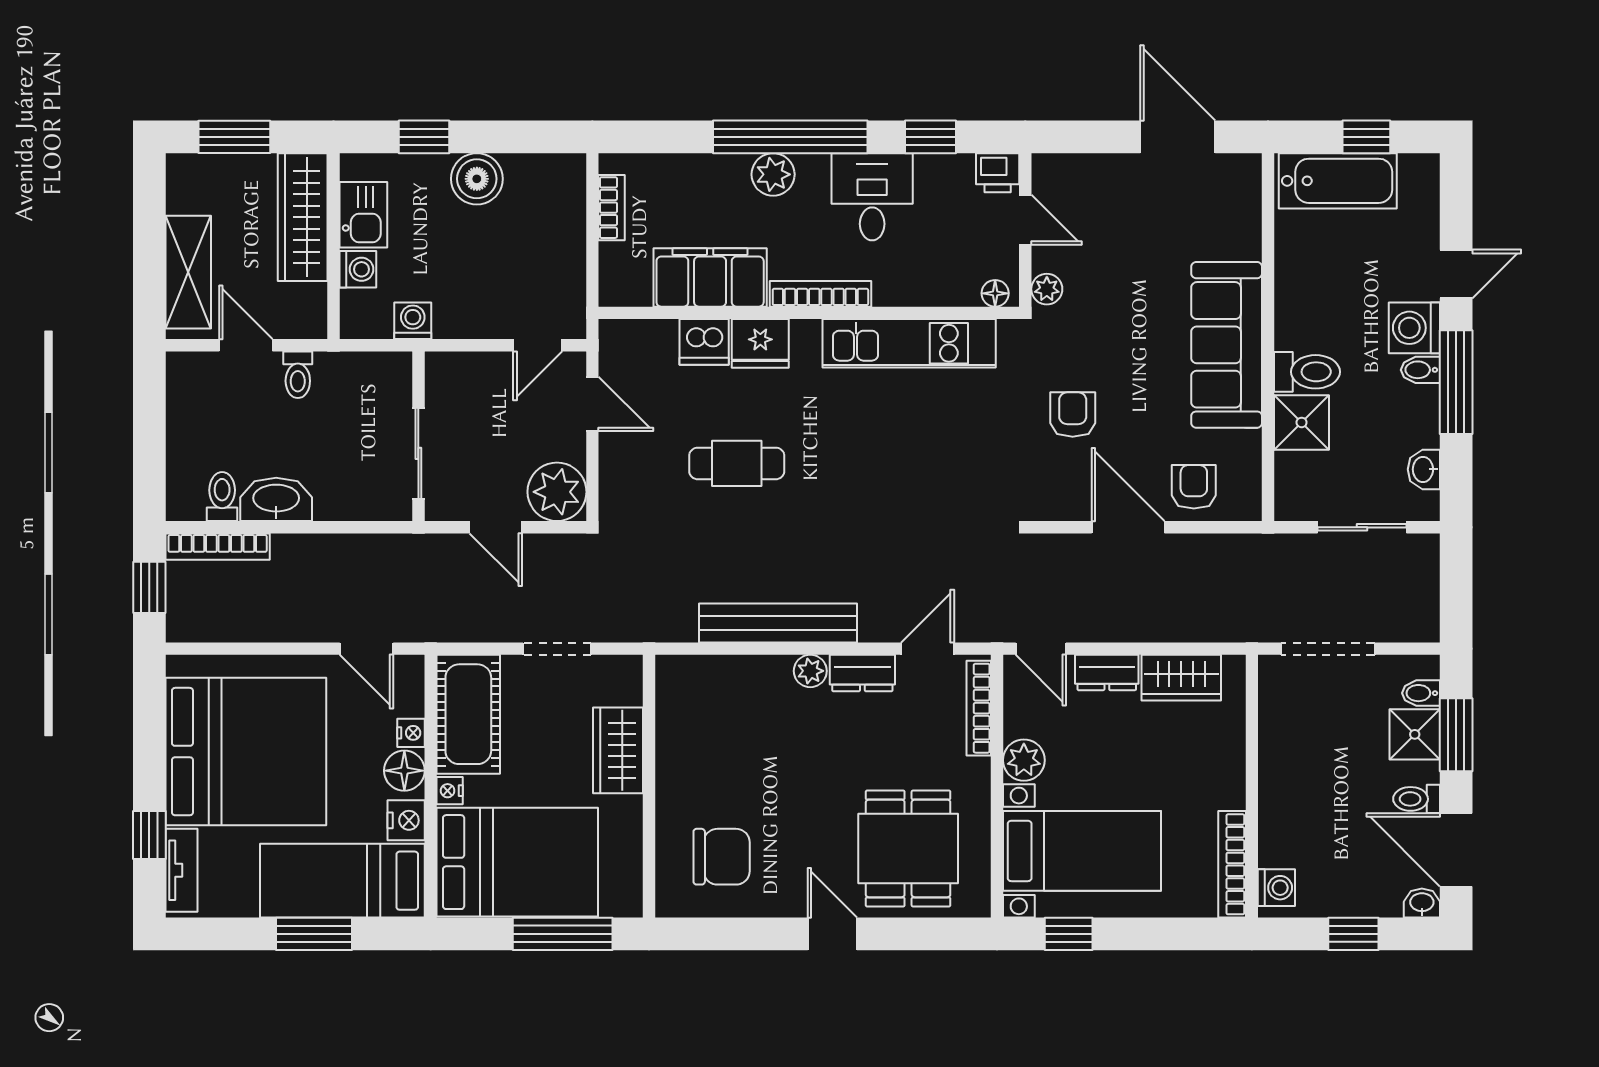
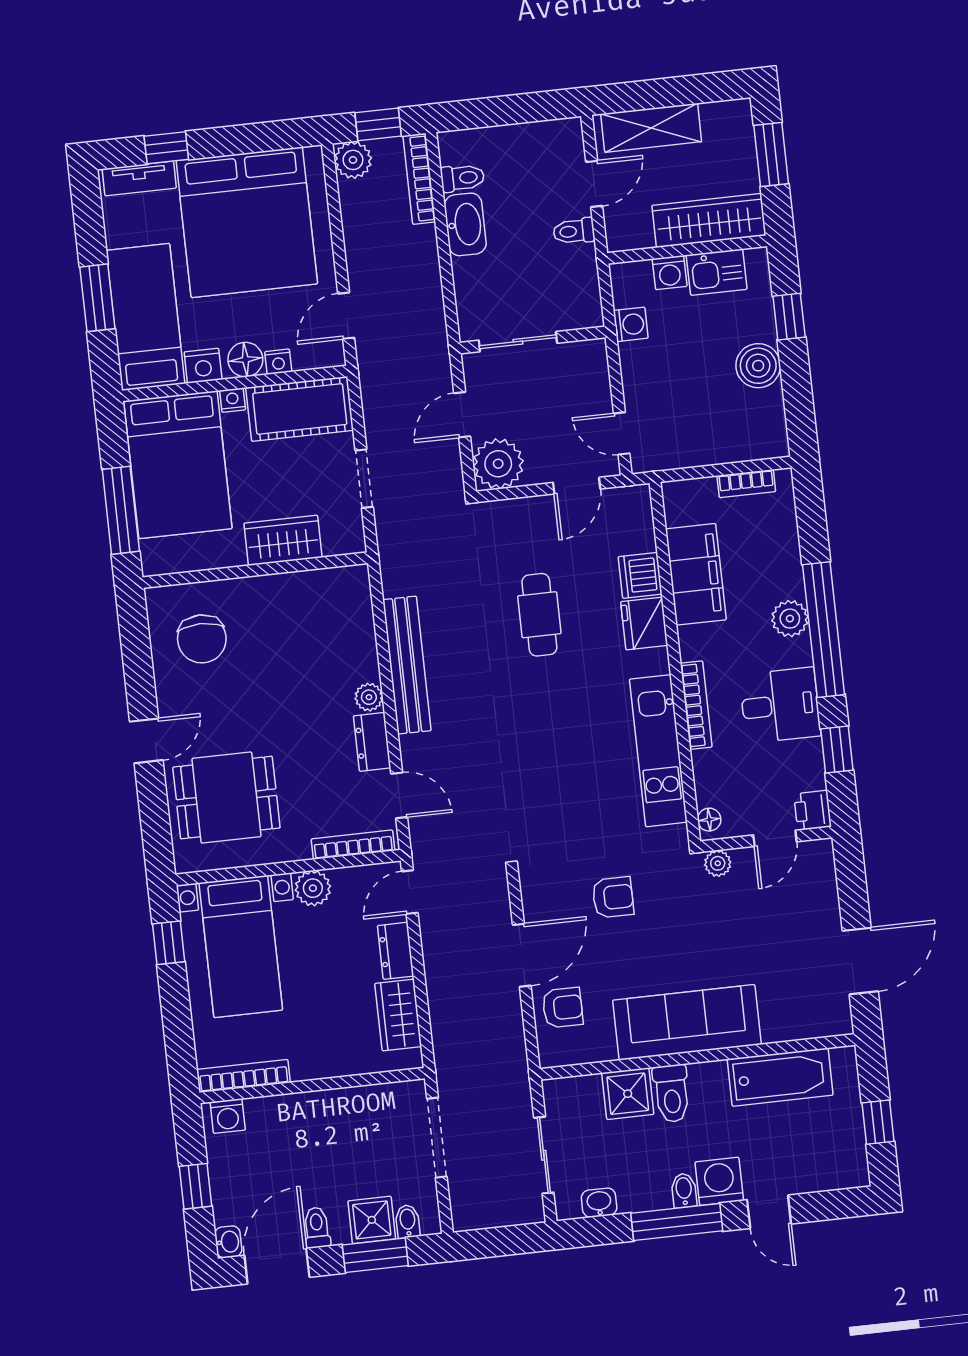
bathtub: (1338, 181) -> (780, 1077), moved, turned -90
bookcase: (820, 294) -> (696, 705), moved
plant: (187, 621) -> (353, 160), added

